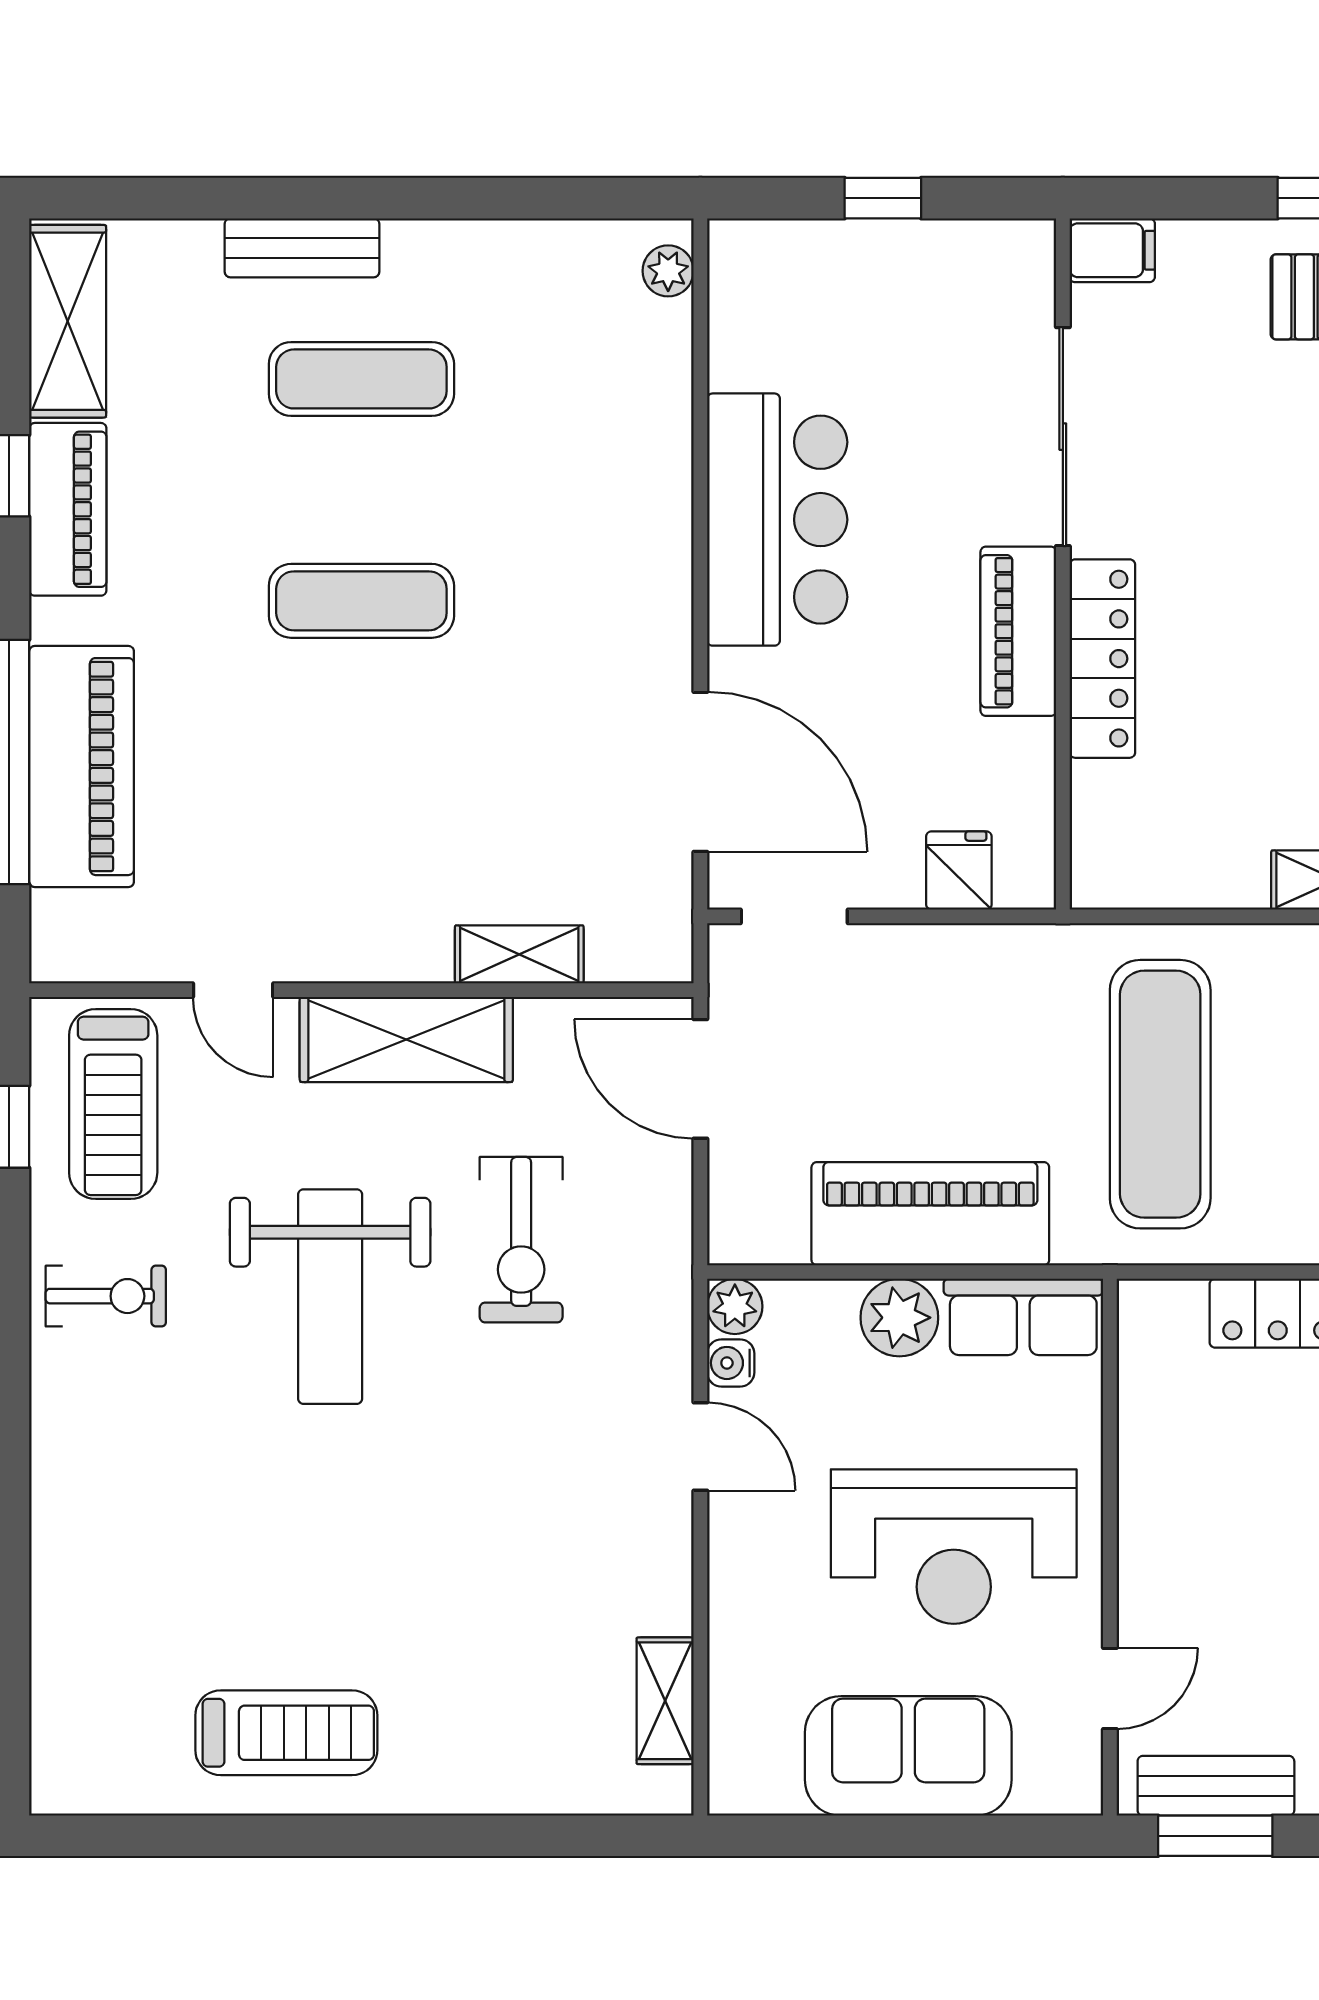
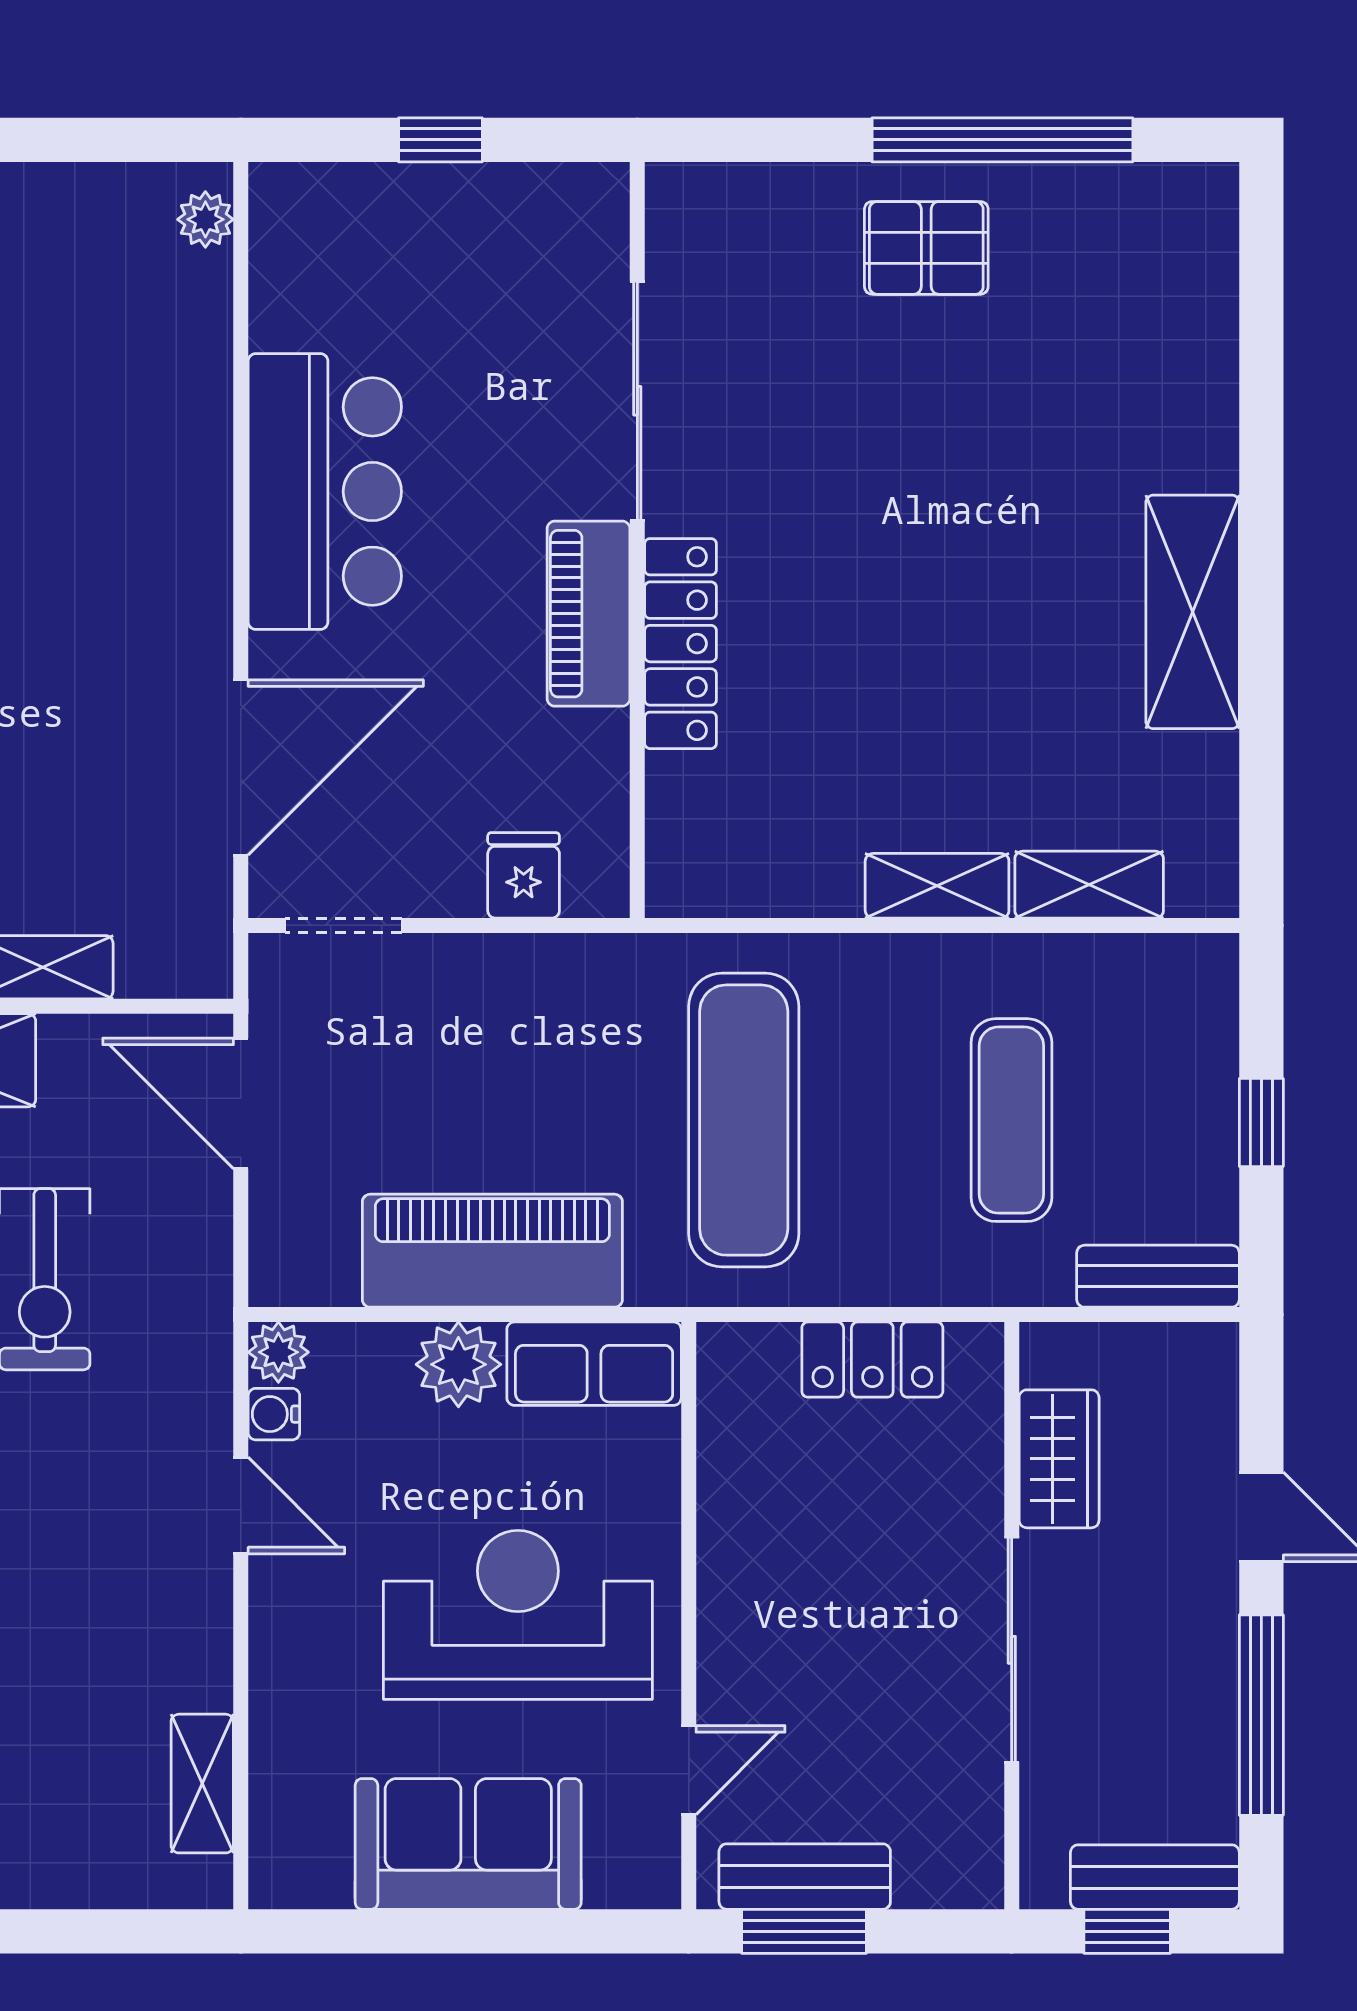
filing cabinet: (1112, 250) -> (691, 197), removed
door: (700, 772) -> (241, 767), hinge flipped
reception desk: (954, 1547) -> (518, 1615), turned 180

